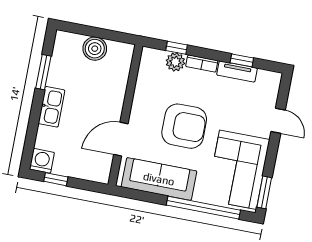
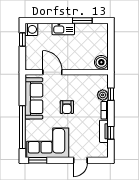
boiler: (95, 49) -> (101, 62), moved
armchair: (184, 126) -> (67, 107), width x0.53, depth x0.53

